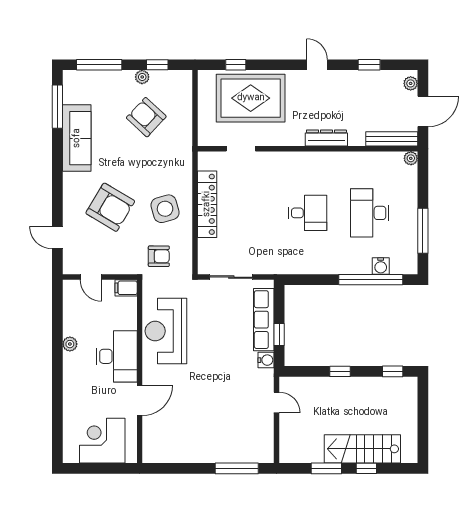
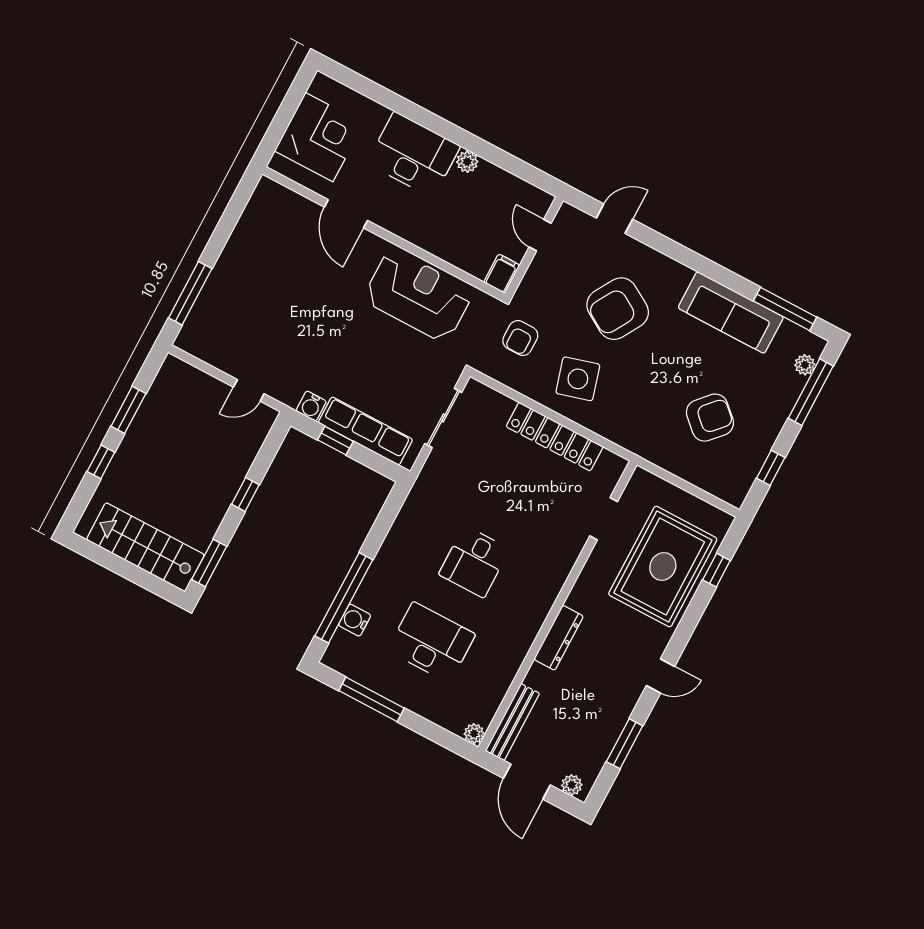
window: (369, 65) -> (625, 744), width x1.50
plant: (142, 77) -> (805, 365), moved
door: (91, 277) -> (540, 235), hinge flipped
desk: (117, 356) -> (413, 155), moved, turned 180
window: (393, 371) -> (209, 563), width x1.50
stairs: (362, 449) -> (145, 547), moved, turned -90

